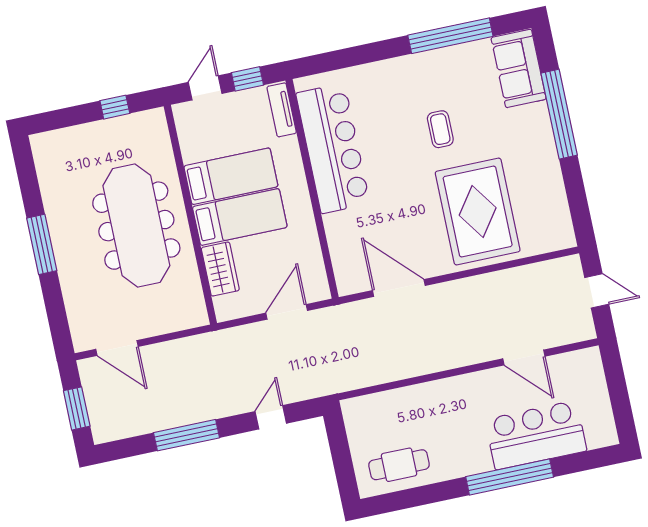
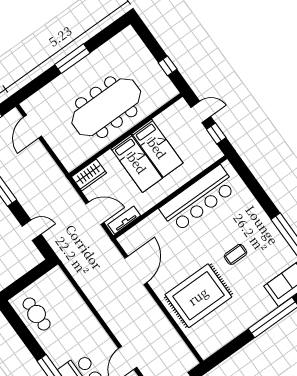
tv unit: (282, 110) -> (124, 220), moved
wardrobe: (220, 269) -> (89, 175), moved

